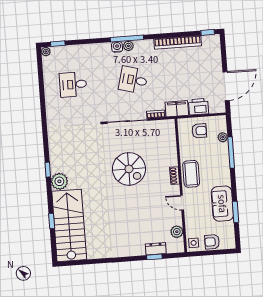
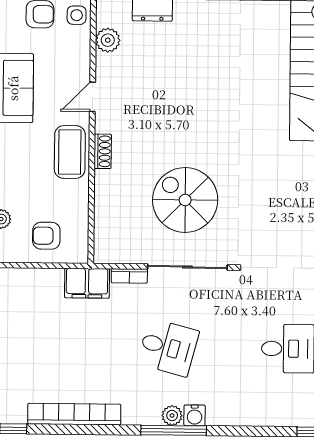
printer: (198, 107) -> (44, 283), removed
spiral stairs: (129, 169) -> (185, 200), moved
door: (182, 203) -> (93, 97), swing flipped

